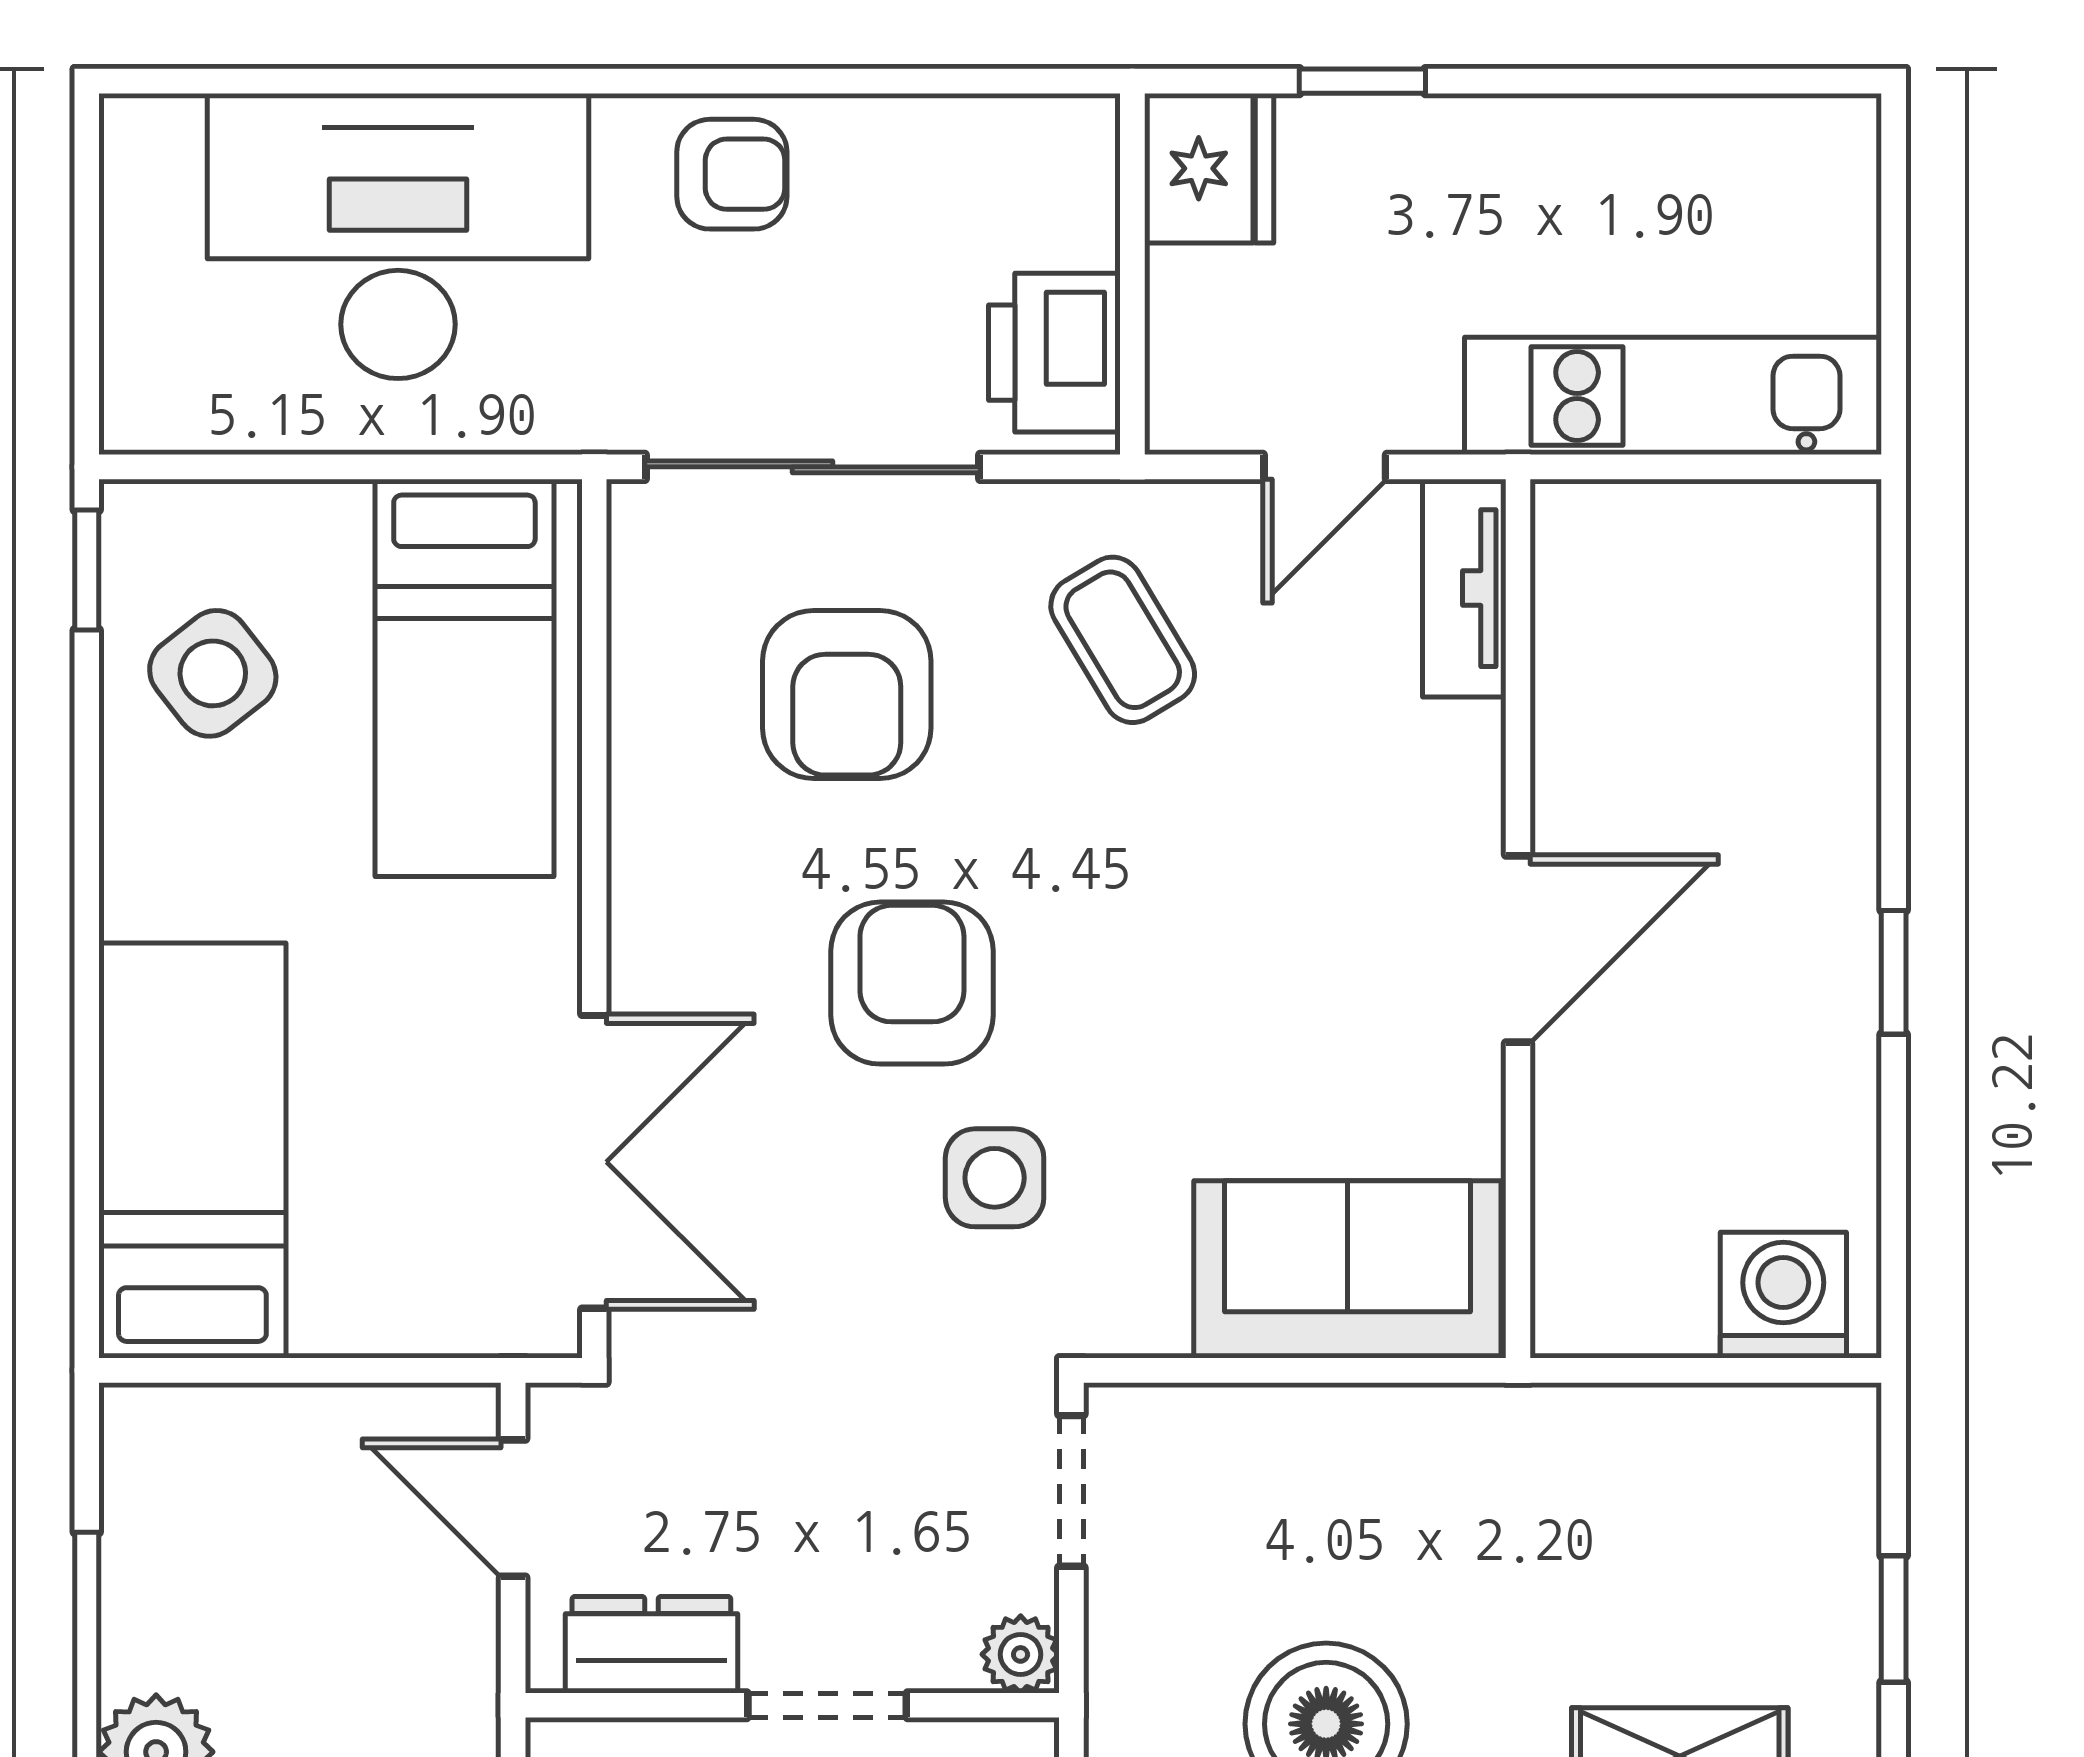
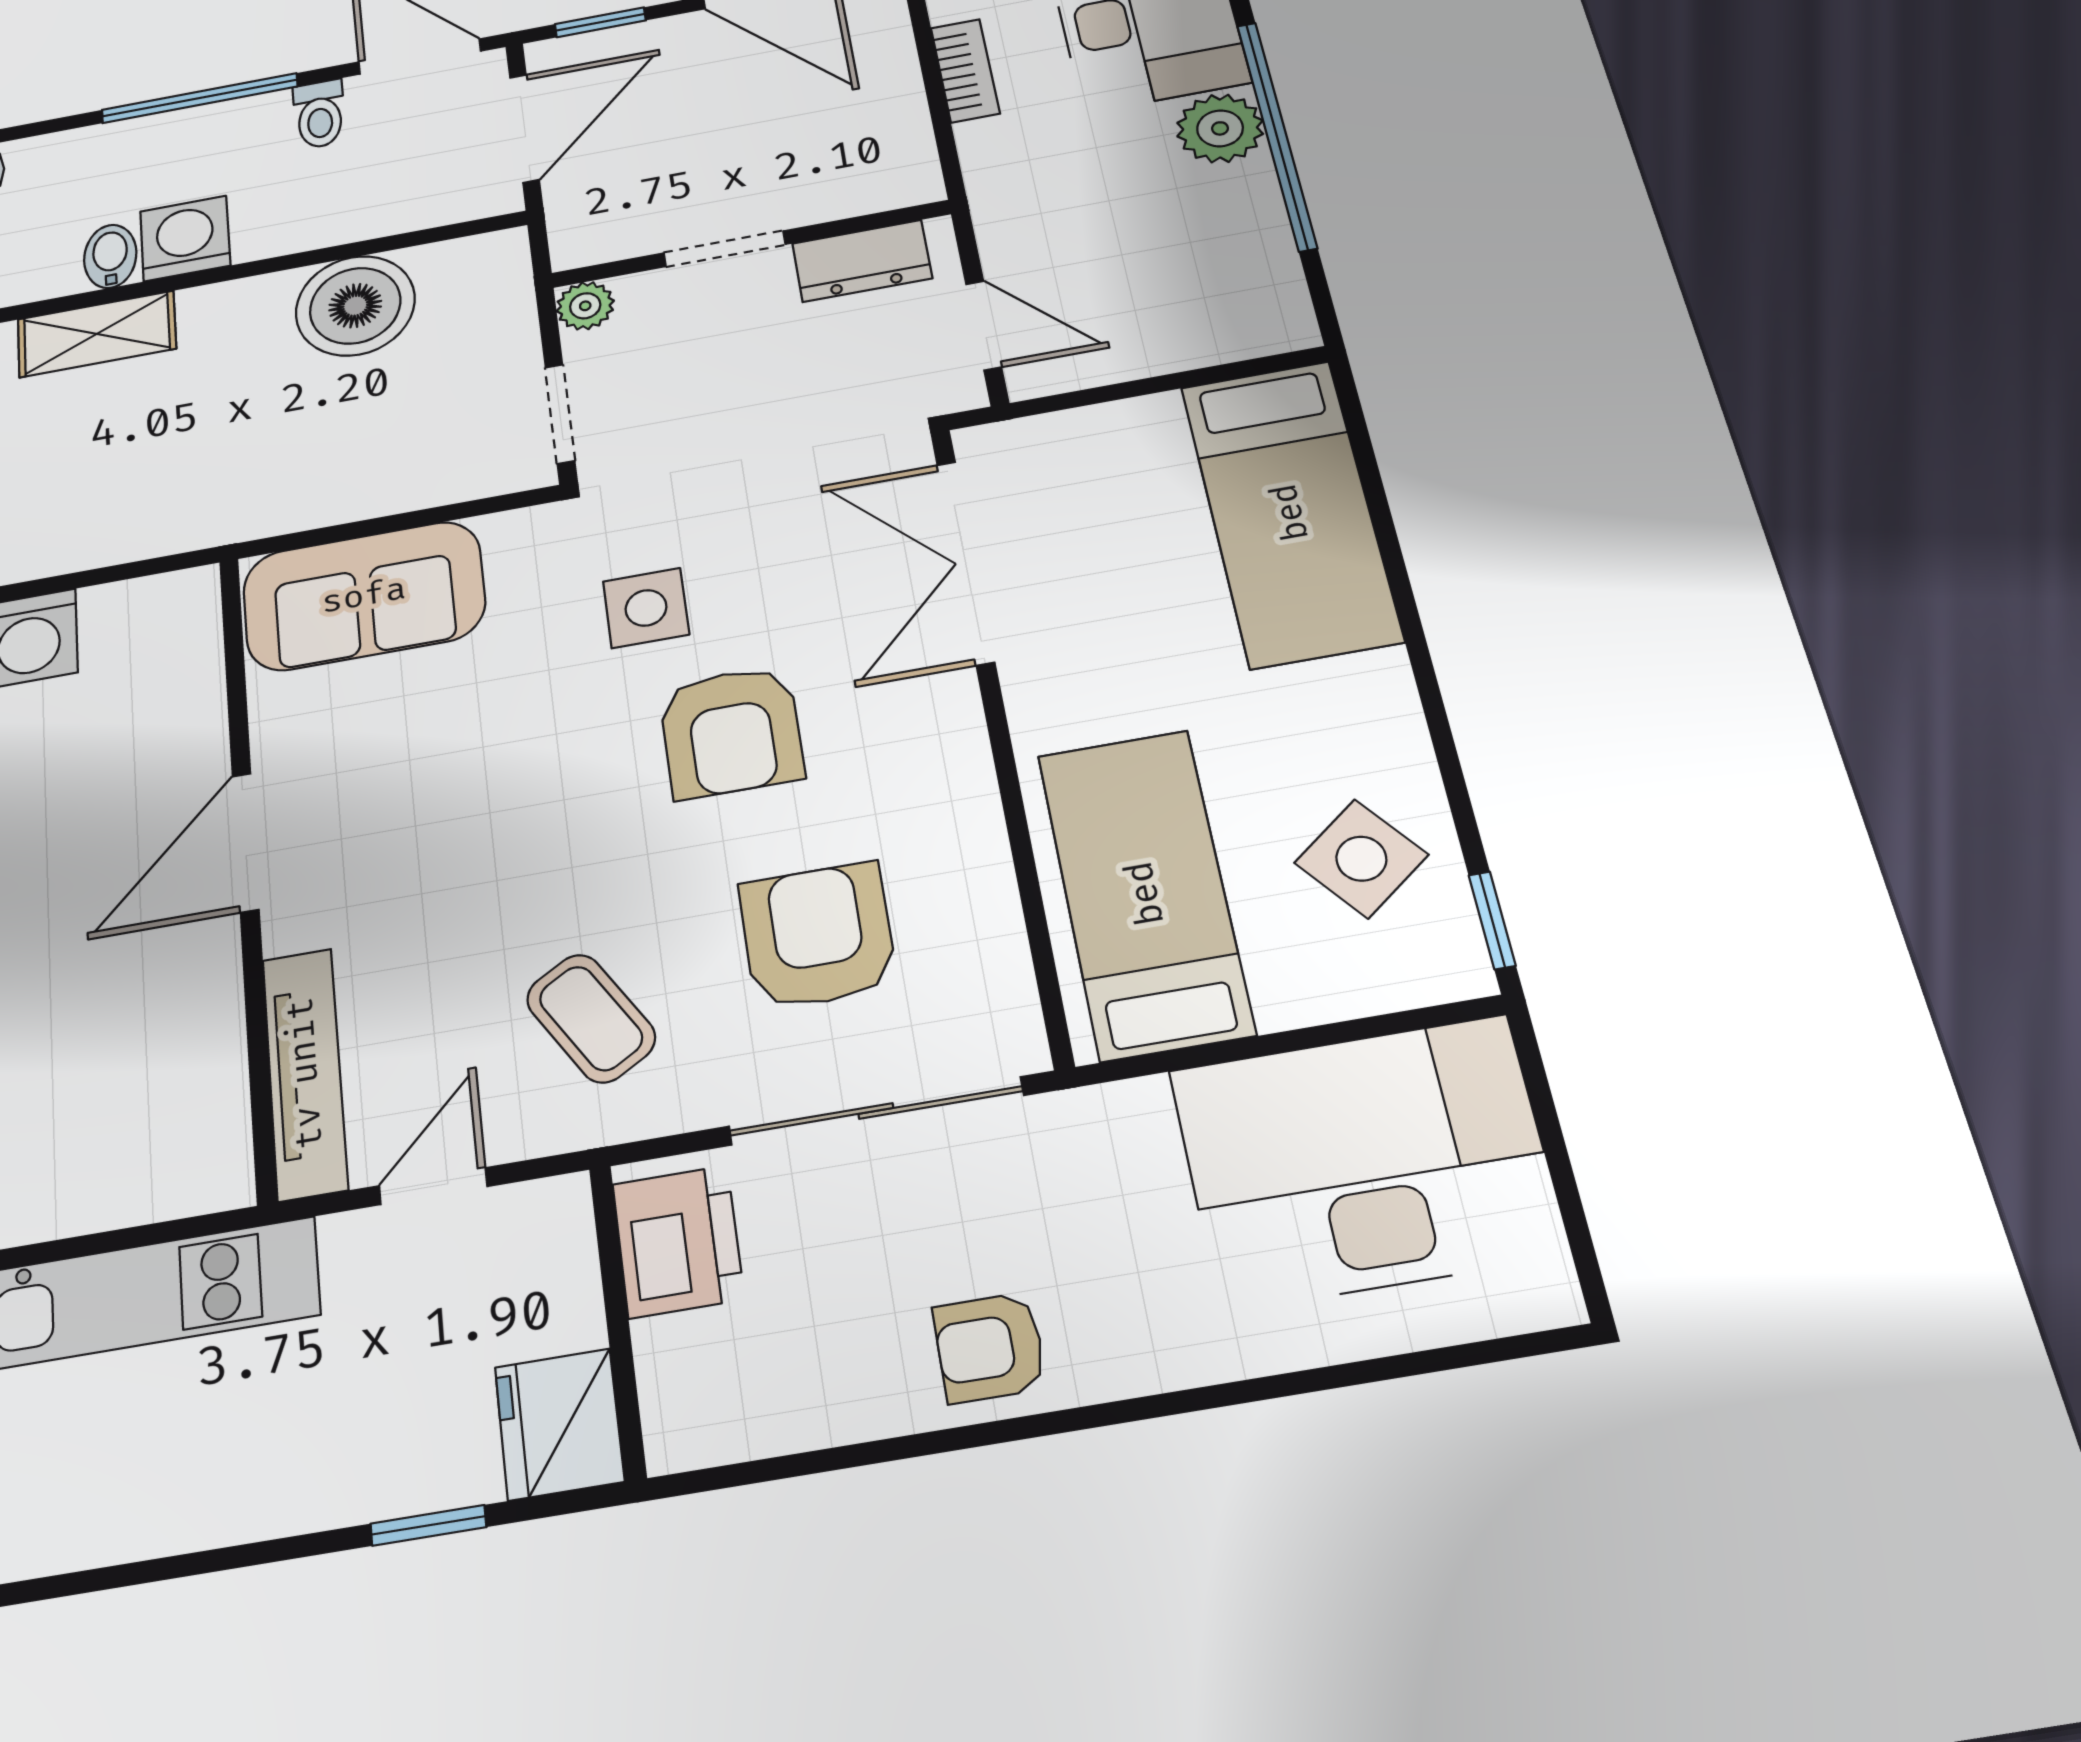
desk: (398, 236) -> (1366, 1161), moved, turned 180
tv unit: (1464, 588) -> (305, 1073), width x1.41

